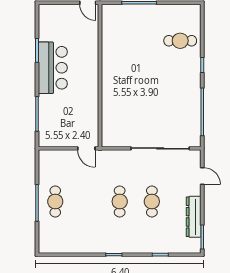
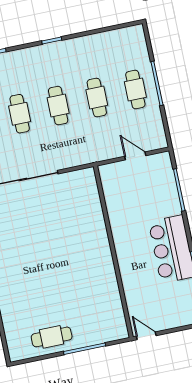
cafe table: (180, 41) -> (52, 337), moved
door: (86, 148) -> (135, 156), moved
cafe table: (87, 202) -> (97, 98), added

